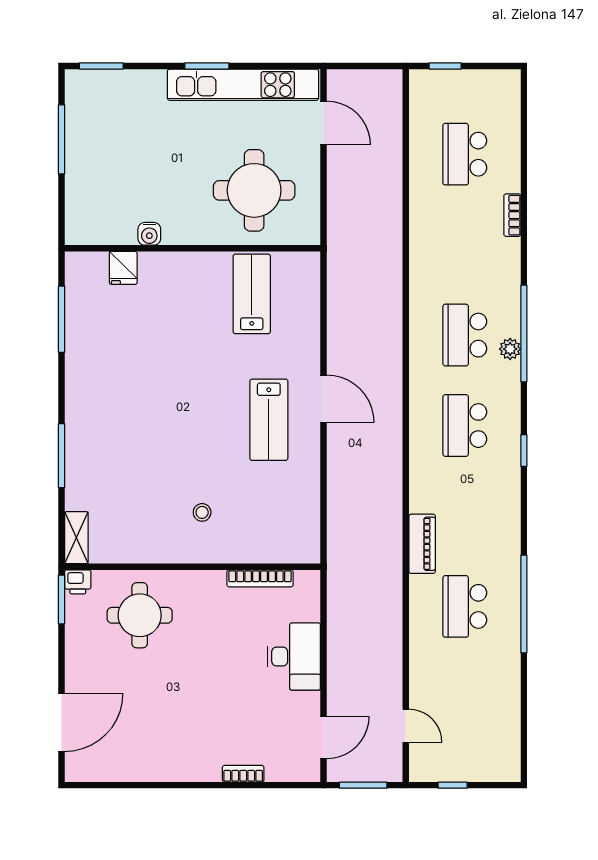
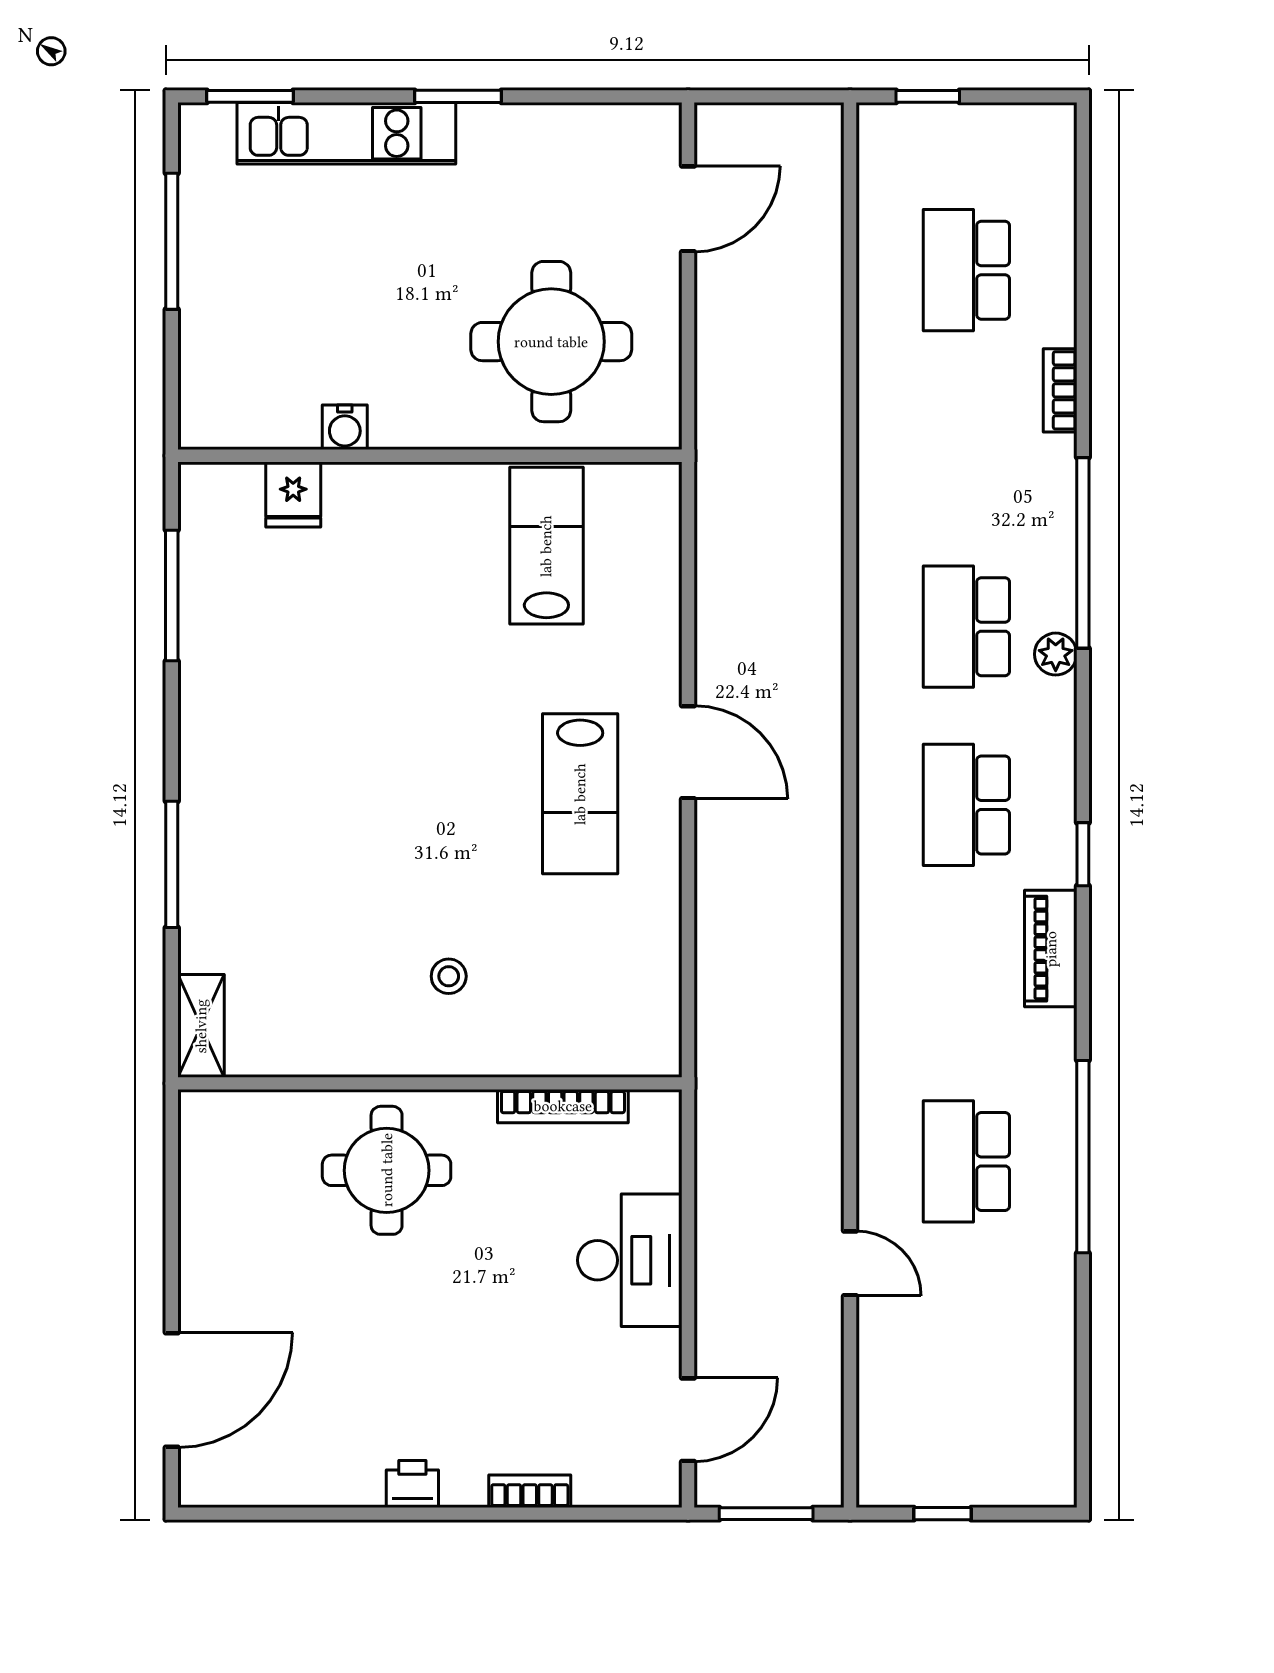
kitchen unit: (243, 85) -> (346, 133), moved, width x0.73
door: (324, 123) -> (688, 209), hinge flipped
window: (524, 334) -> (1083, 553), moved
piano: (422, 544) -> (1051, 949), moved, turned 180
printer: (78, 582) -> (412, 1484), moved, turned 180
window: (62, 600) -> (172, 1148), removed
round table: (140, 615) -> (387, 1170), moved
door: (406, 726) -> (850, 1263), moved

